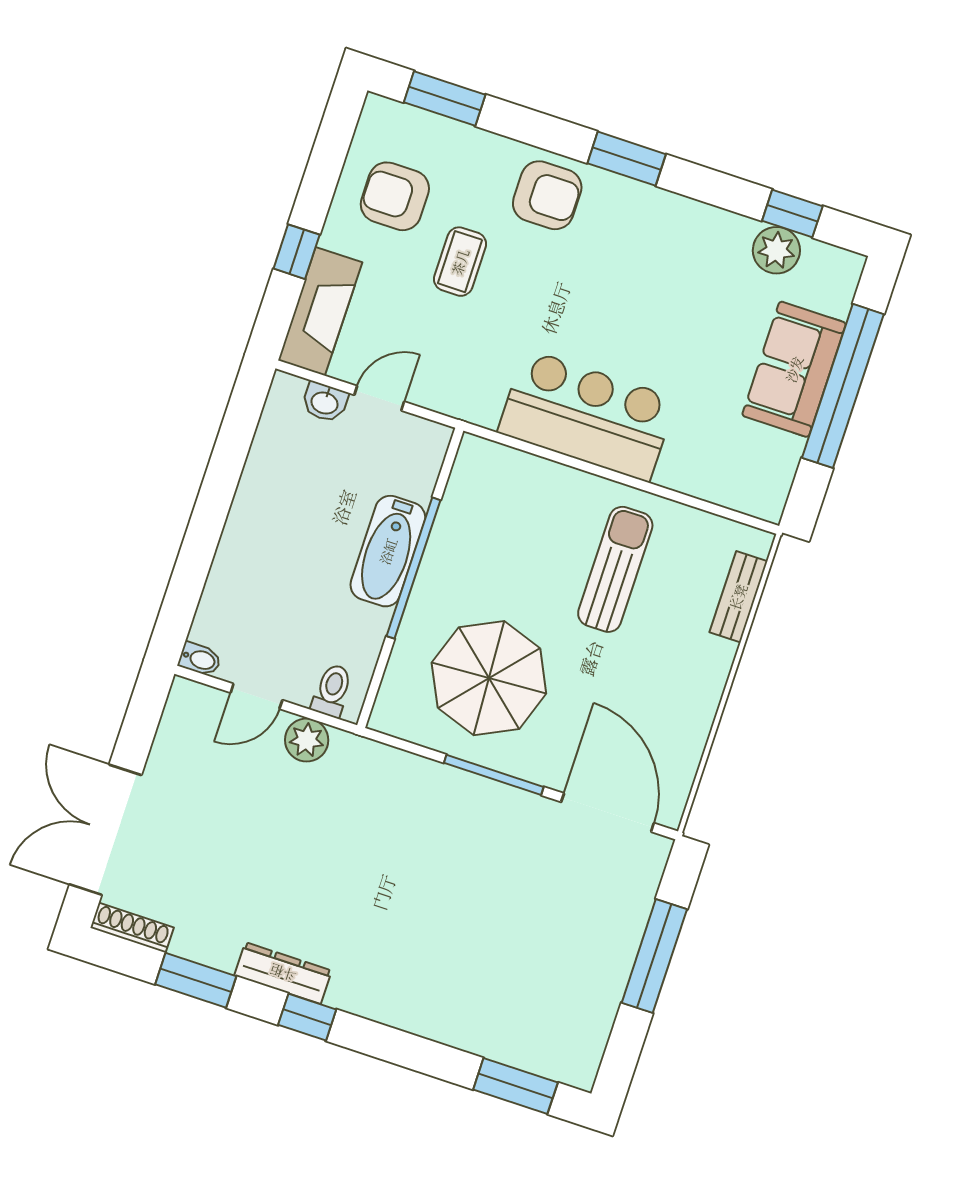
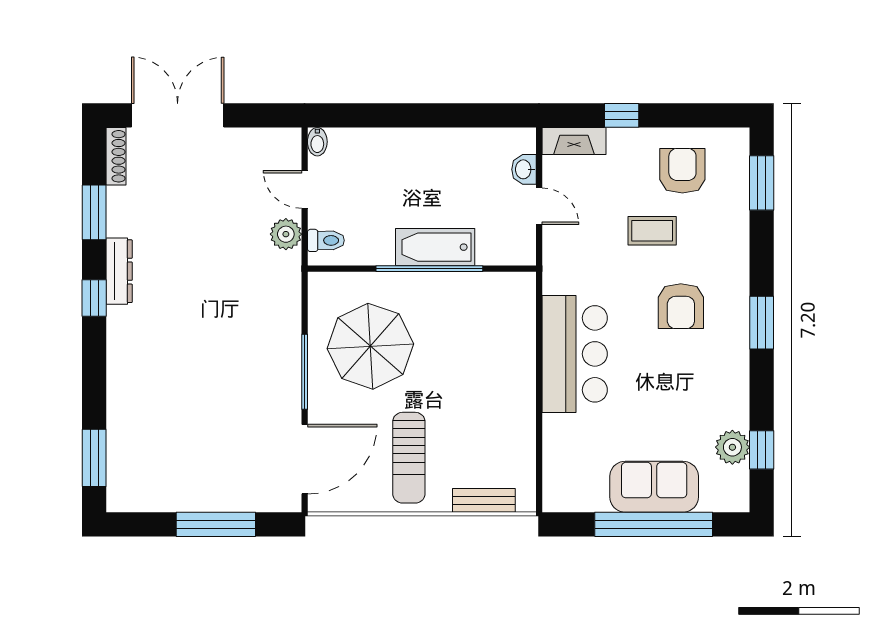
armchair: (547, 195) -> (681, 306), moved
fireplace: (320, 311) -> (574, 141), width x0.73, depth x0.76
sun lounger: (615, 569) -> (409, 458), moved, turned 90

